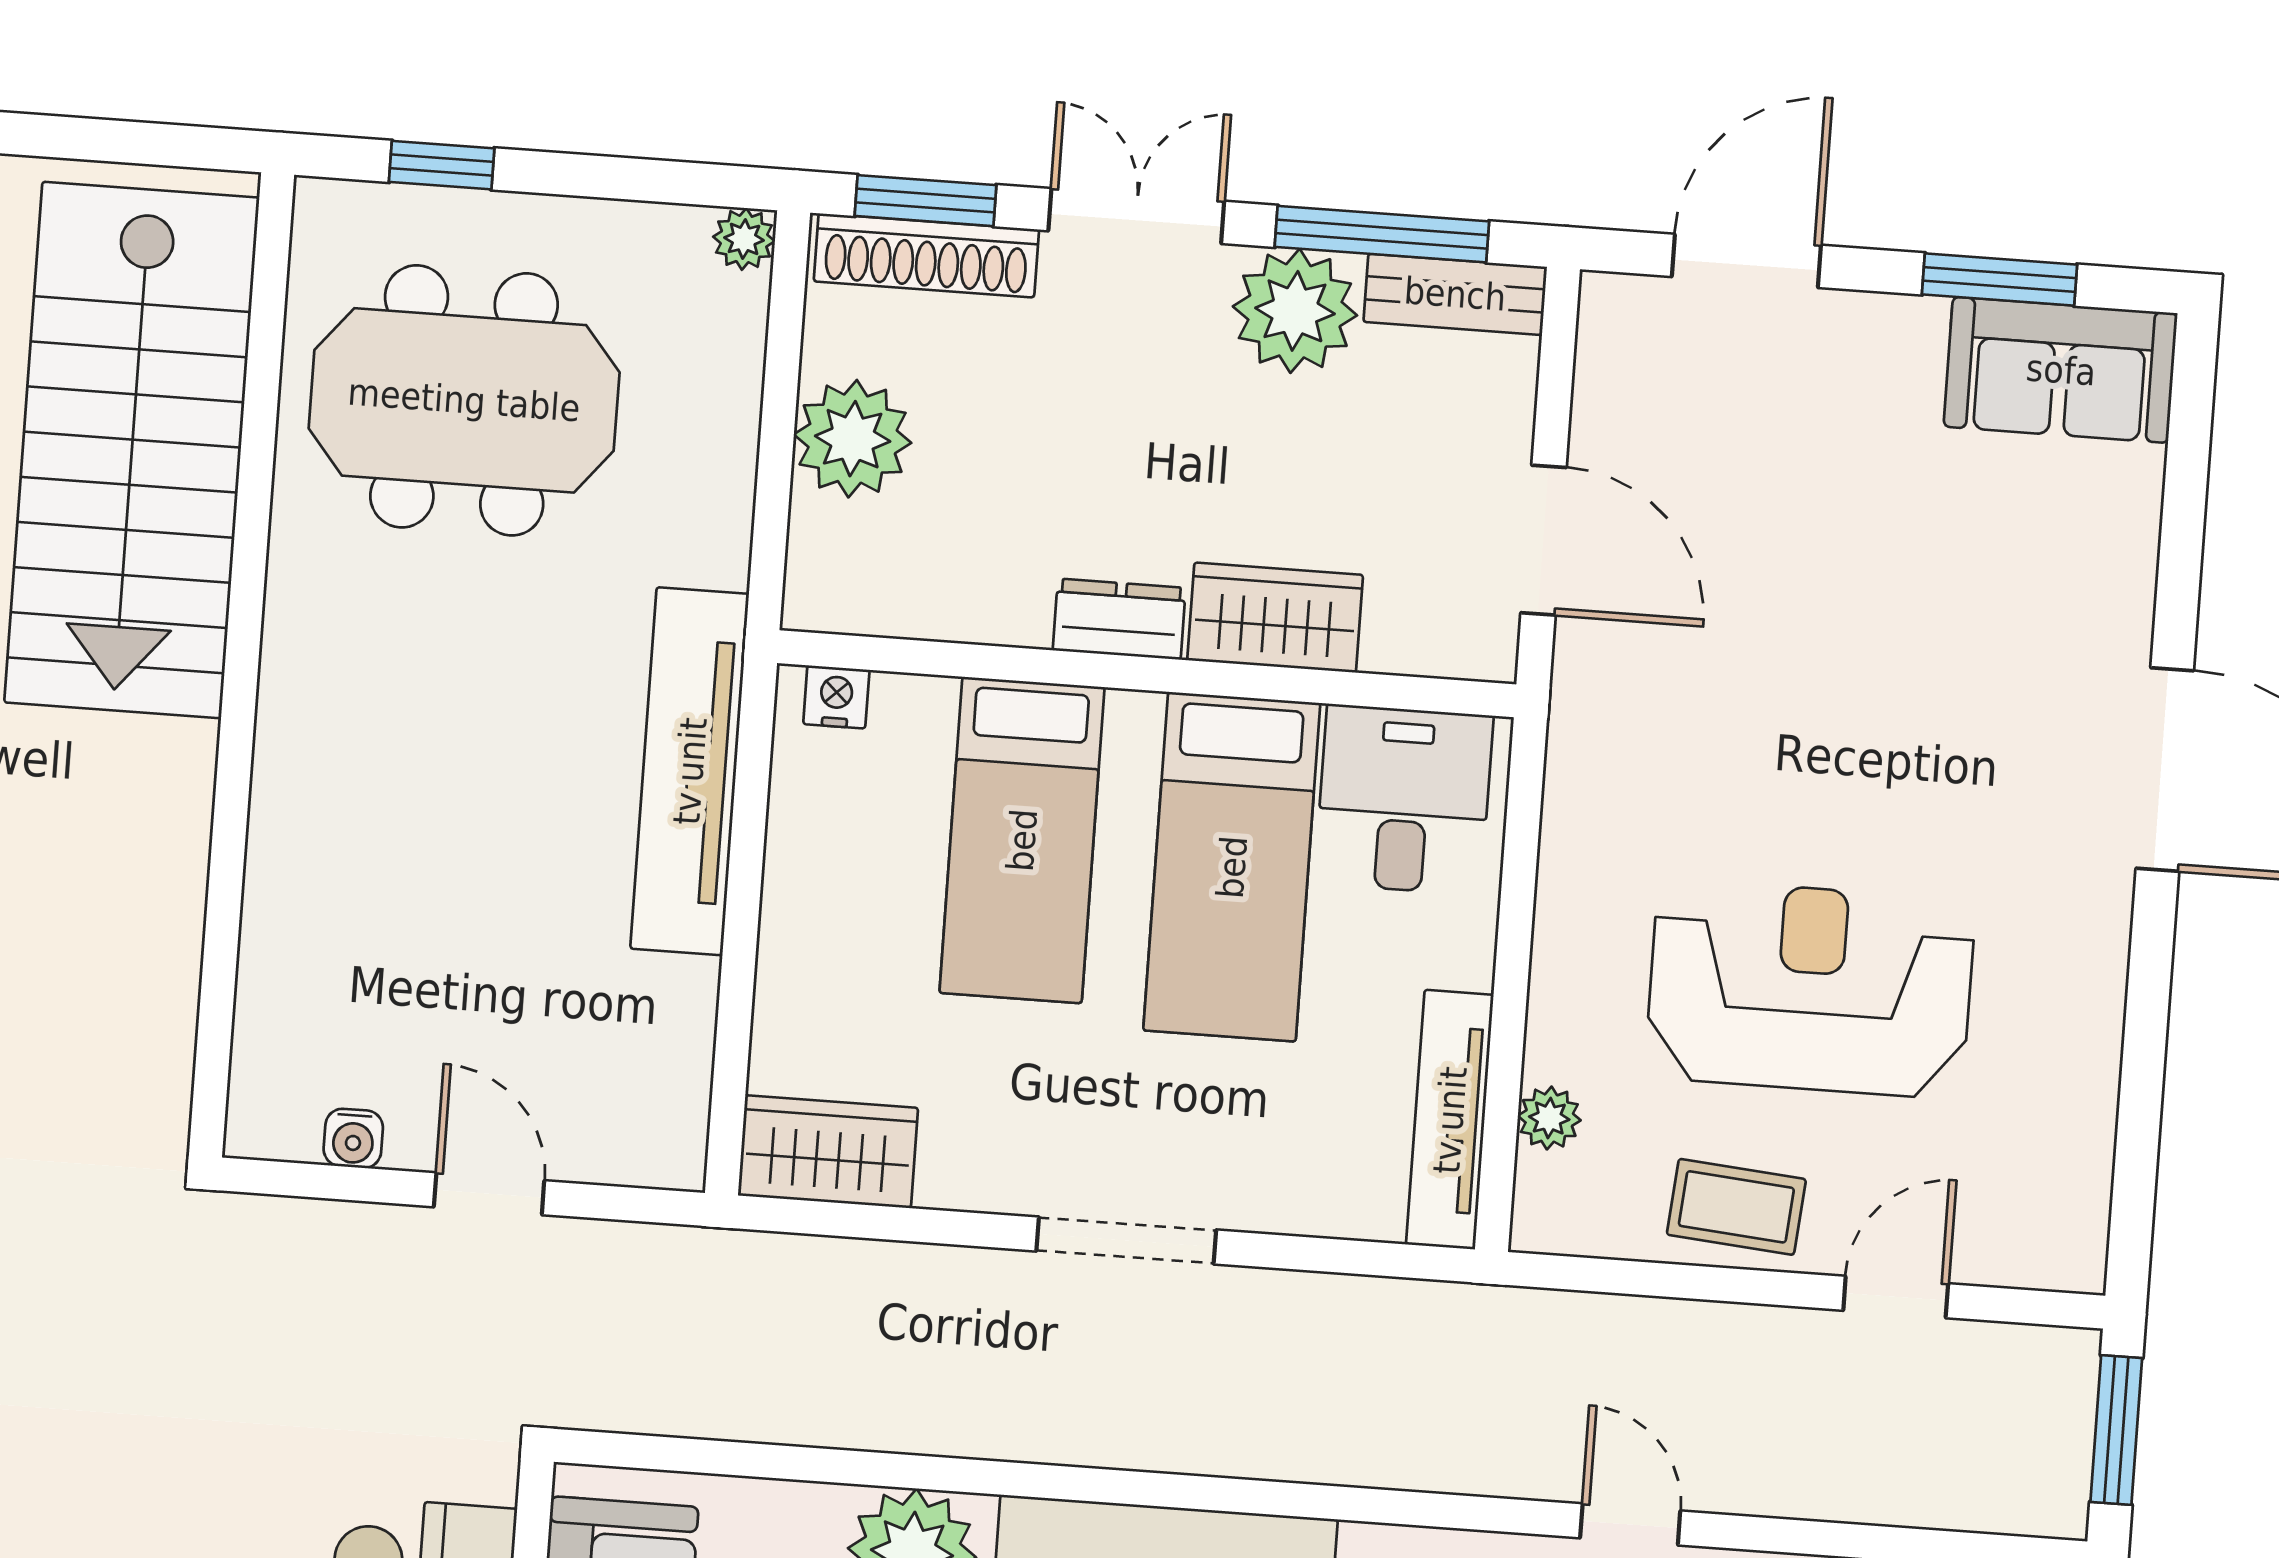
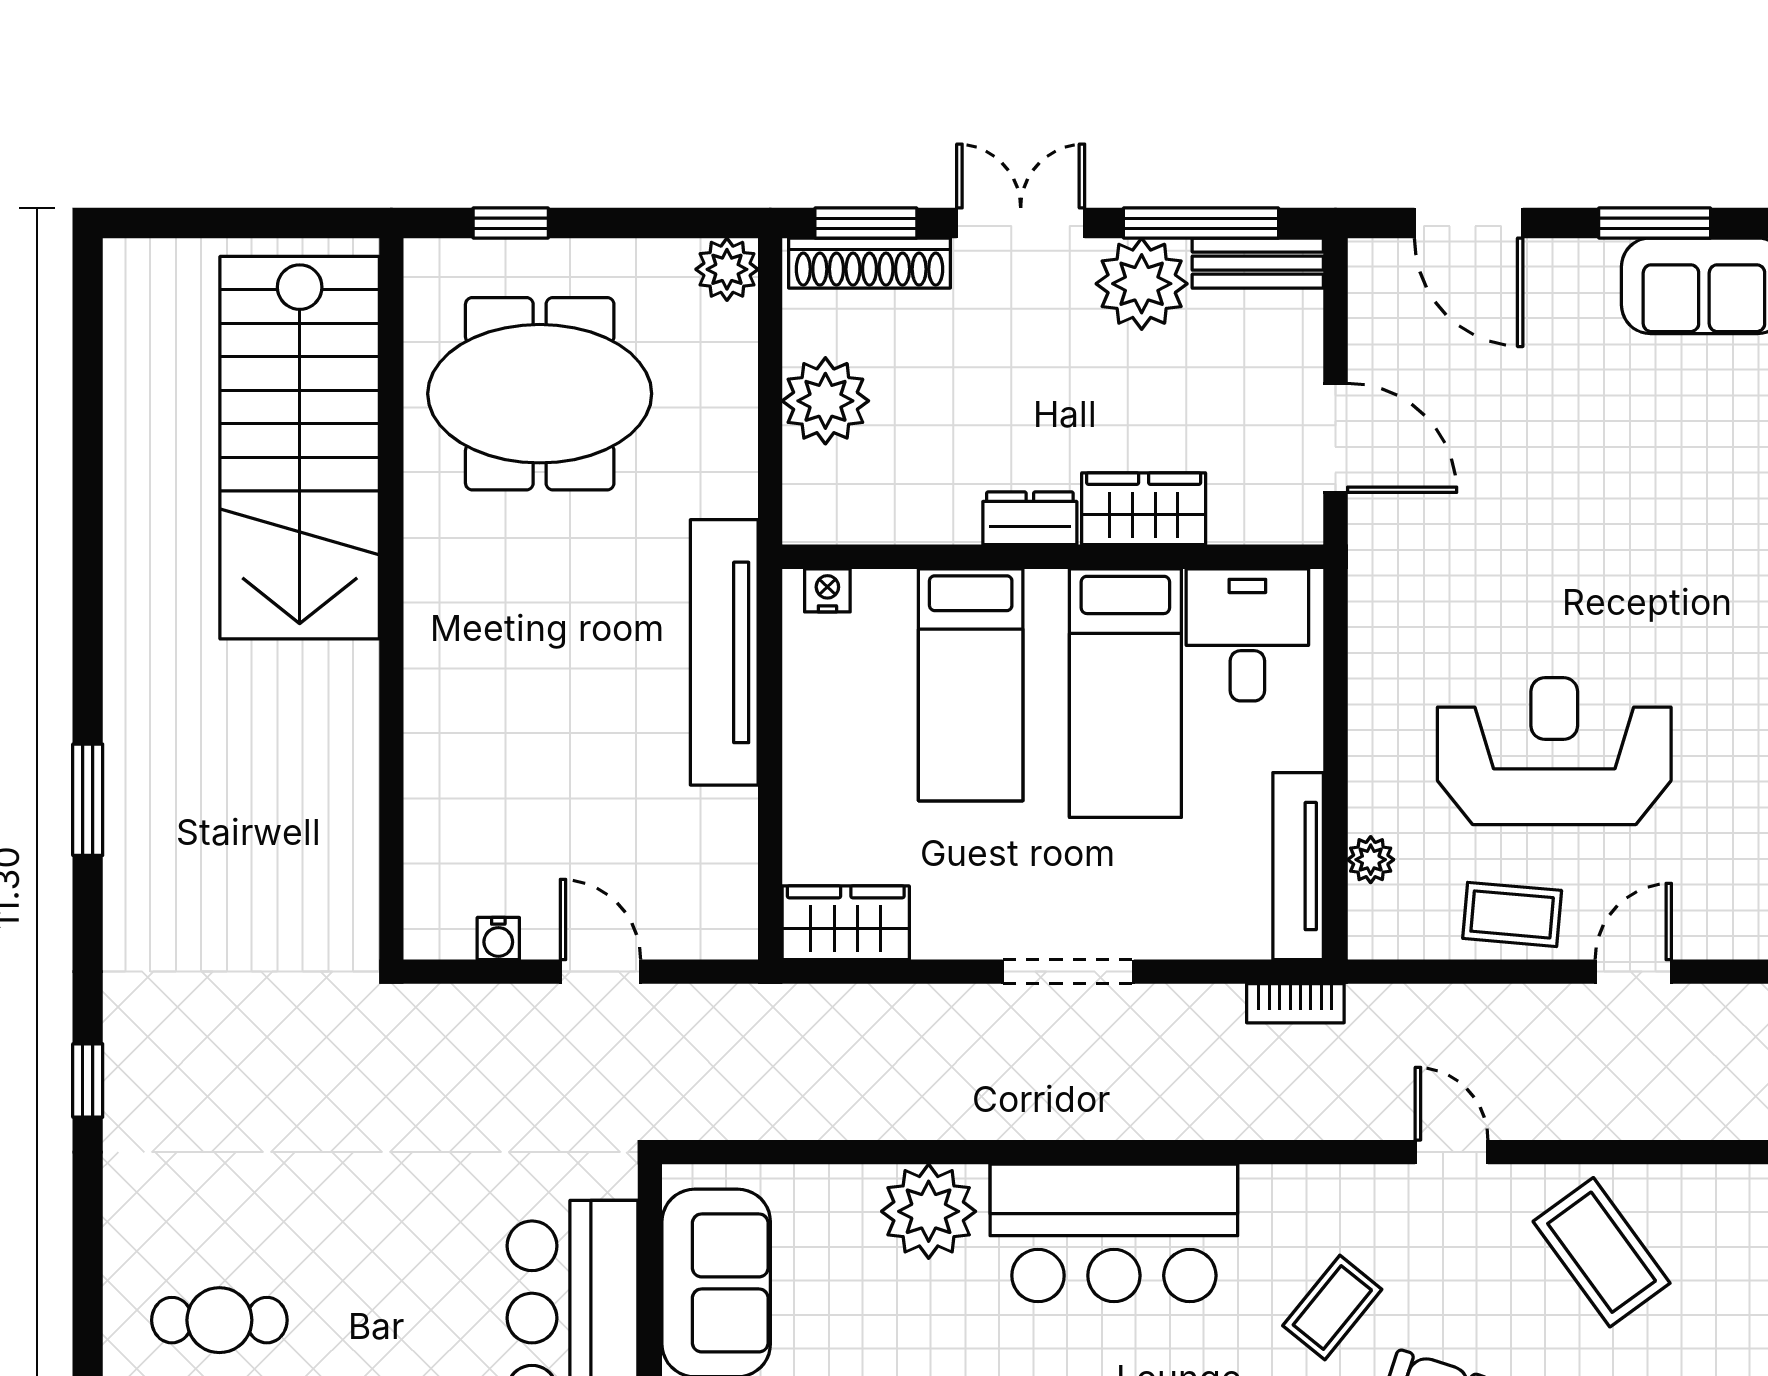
plant: (744, 239) -> (727, 269), width x1.38, depth x1.38
door: (1746, 261) -> (1469, 223), swing flipped
bookcase: (1432, 1306) -> (1295, 1003), added

